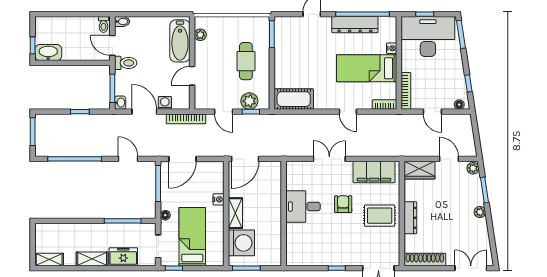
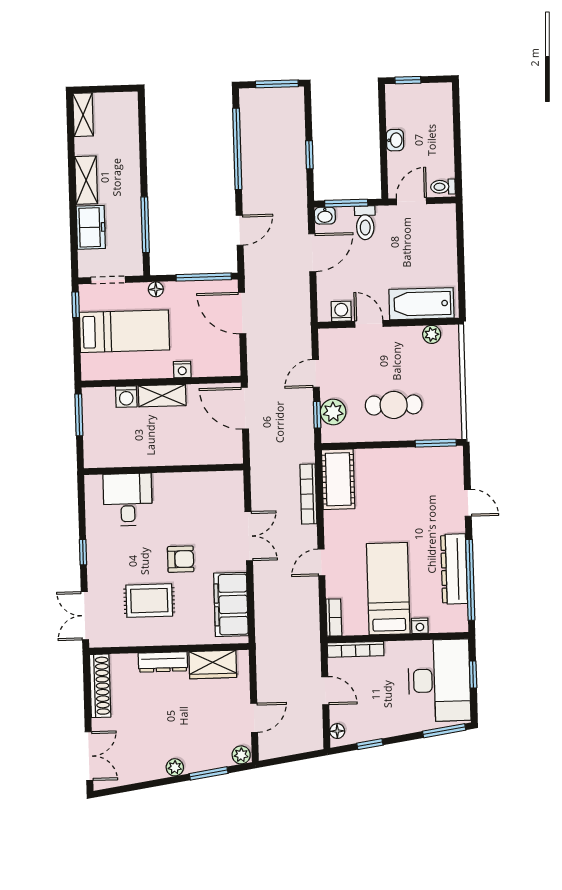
bidet: (122, 21) -> (448, 215), removed
washbasin: (48, 53) -> (395, 140), moved, width x0.52, depth x0.69
toilet: (126, 63) -> (365, 223), moved
washing machine: (165, 103) -> (341, 311), moved, turned -90
door: (432, 112) -> (325, 691), swing flipped
bookcase: (186, 119) -> (308, 494), moved
wardrobe: (419, 170) -> (213, 664), moved, turned -90
desk: (303, 207) -> (128, 500), moved
rug: (380, 216) -> (149, 601), moved, turned 90
washing machine: (241, 243) -> (126, 397), width x0.53, depth x0.53

